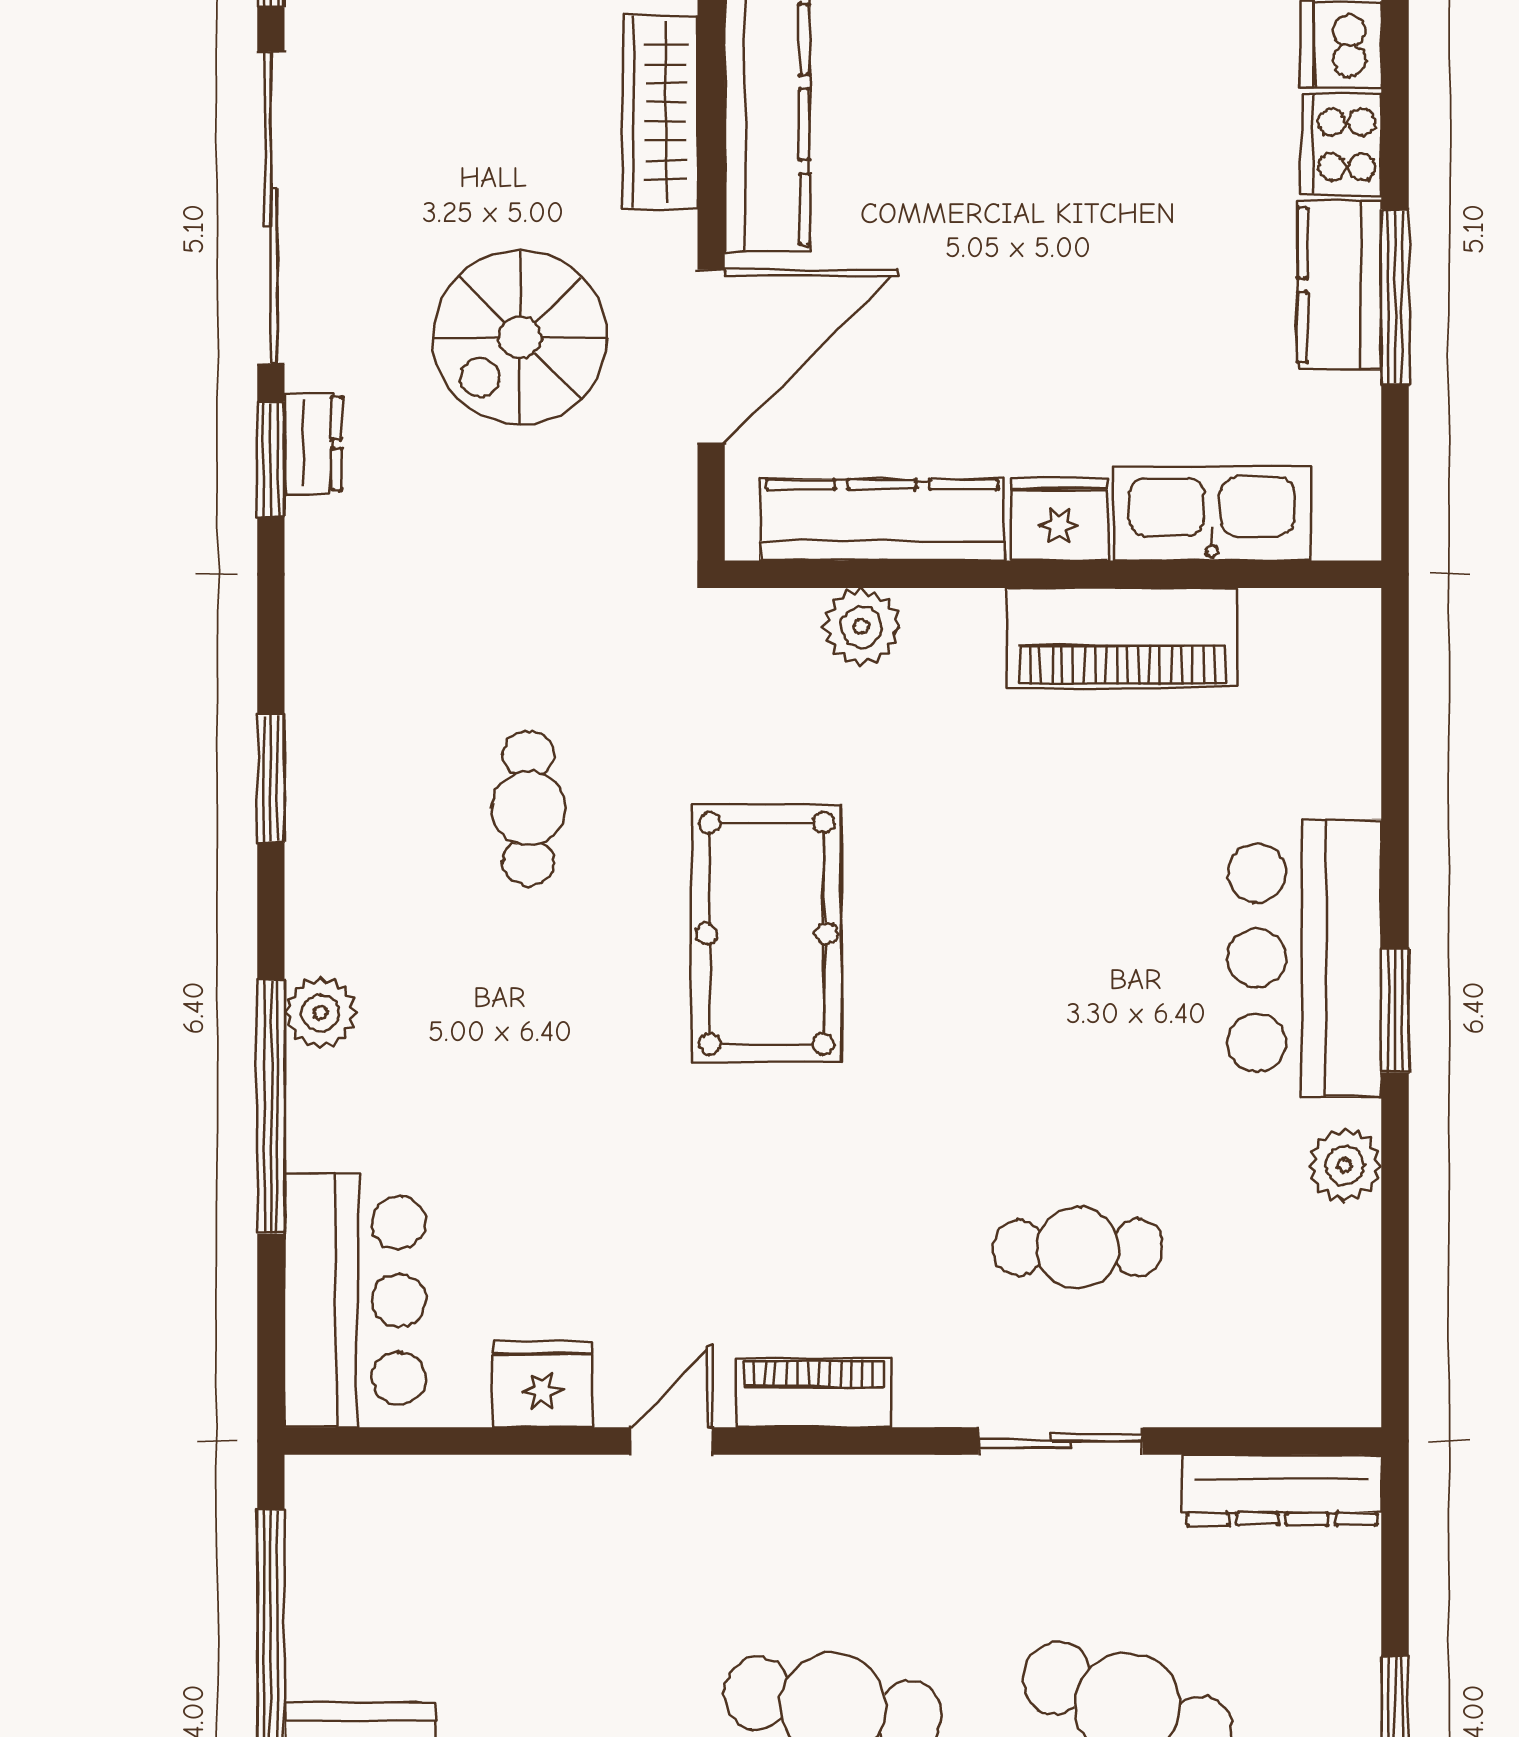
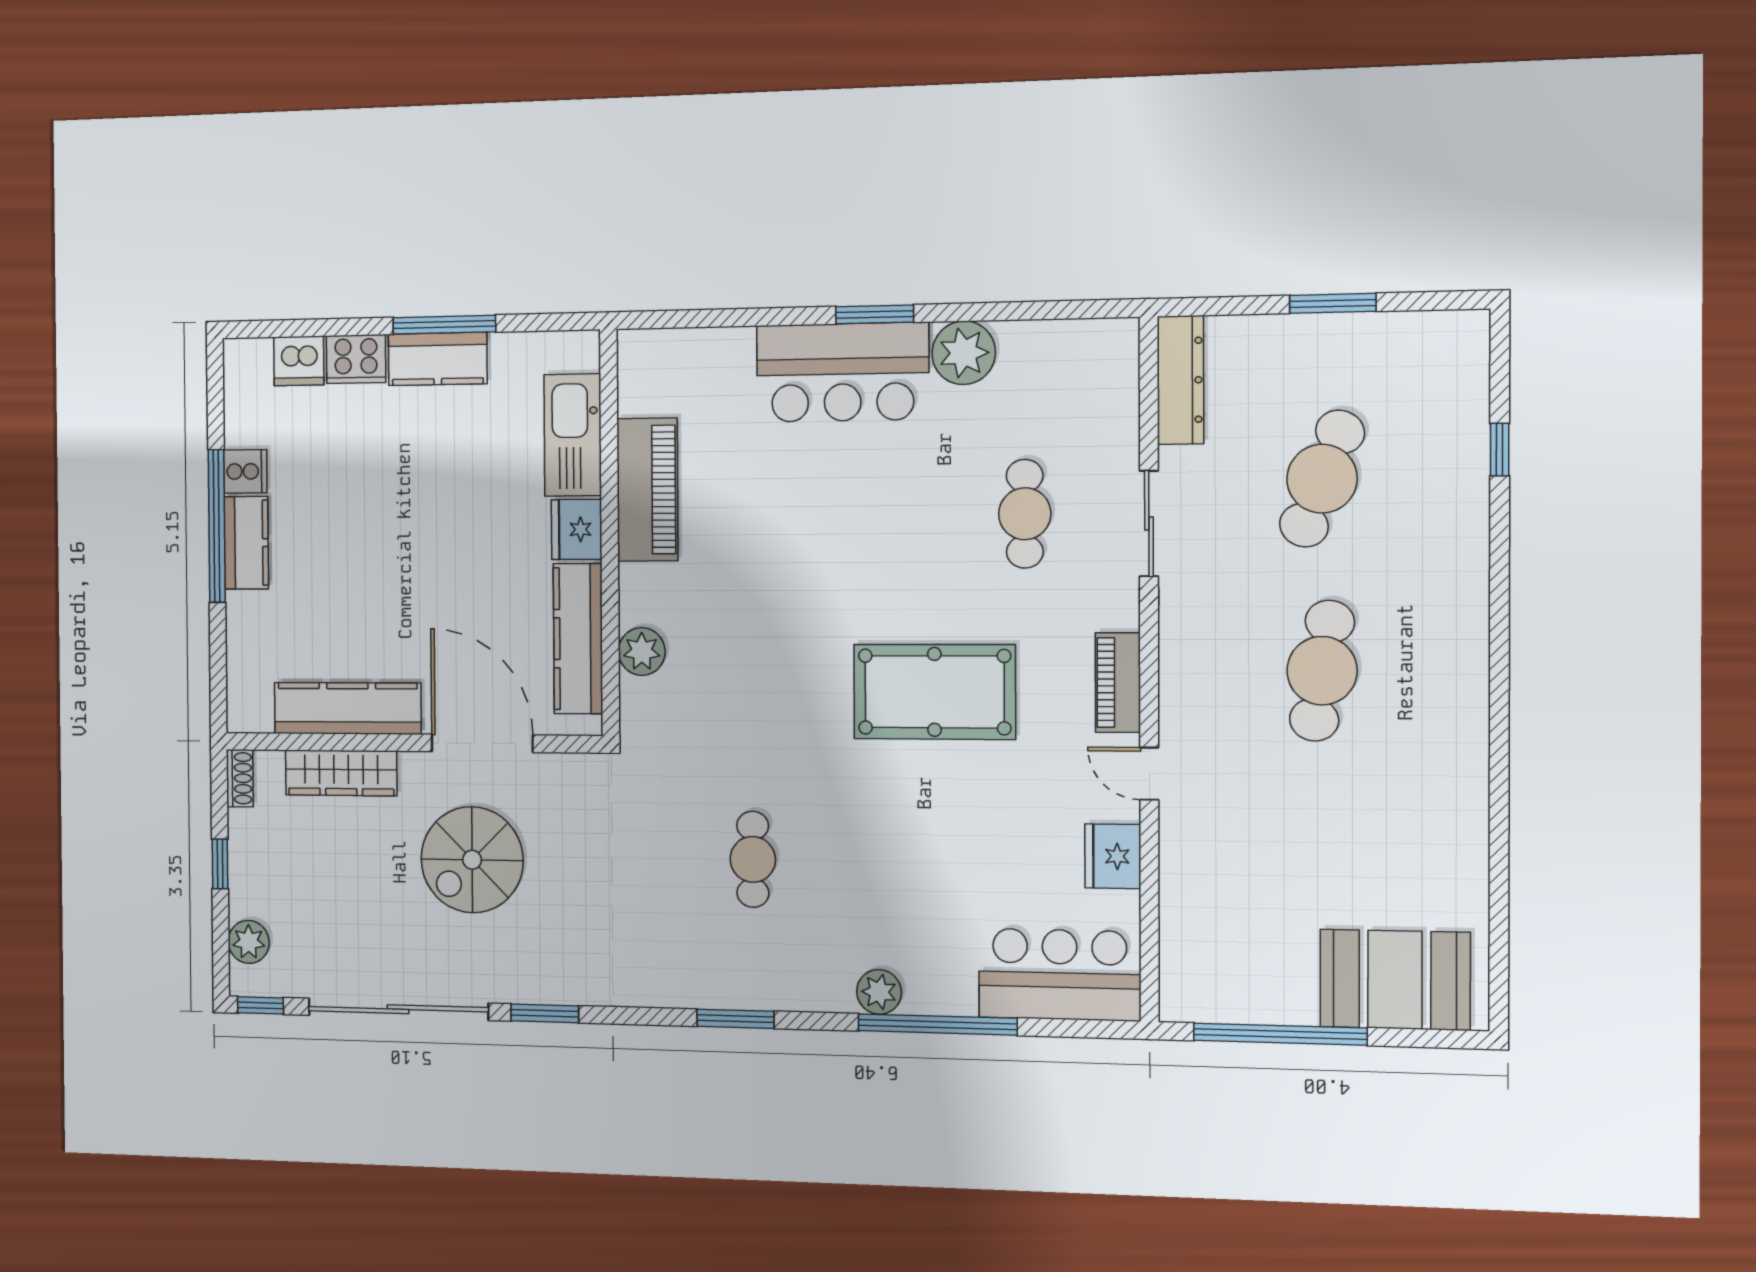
spiral stairs: (520, 338) -> (472, 860), turned 90
dresser: (313, 444) -> (535, 987), removed
cafe table: (528, 808) -> (753, 859), turned 90
pool table: (767, 933) -> (934, 692), moved
plant: (1345, 1165) -> (964, 353), width x1.36, depth x1.36

